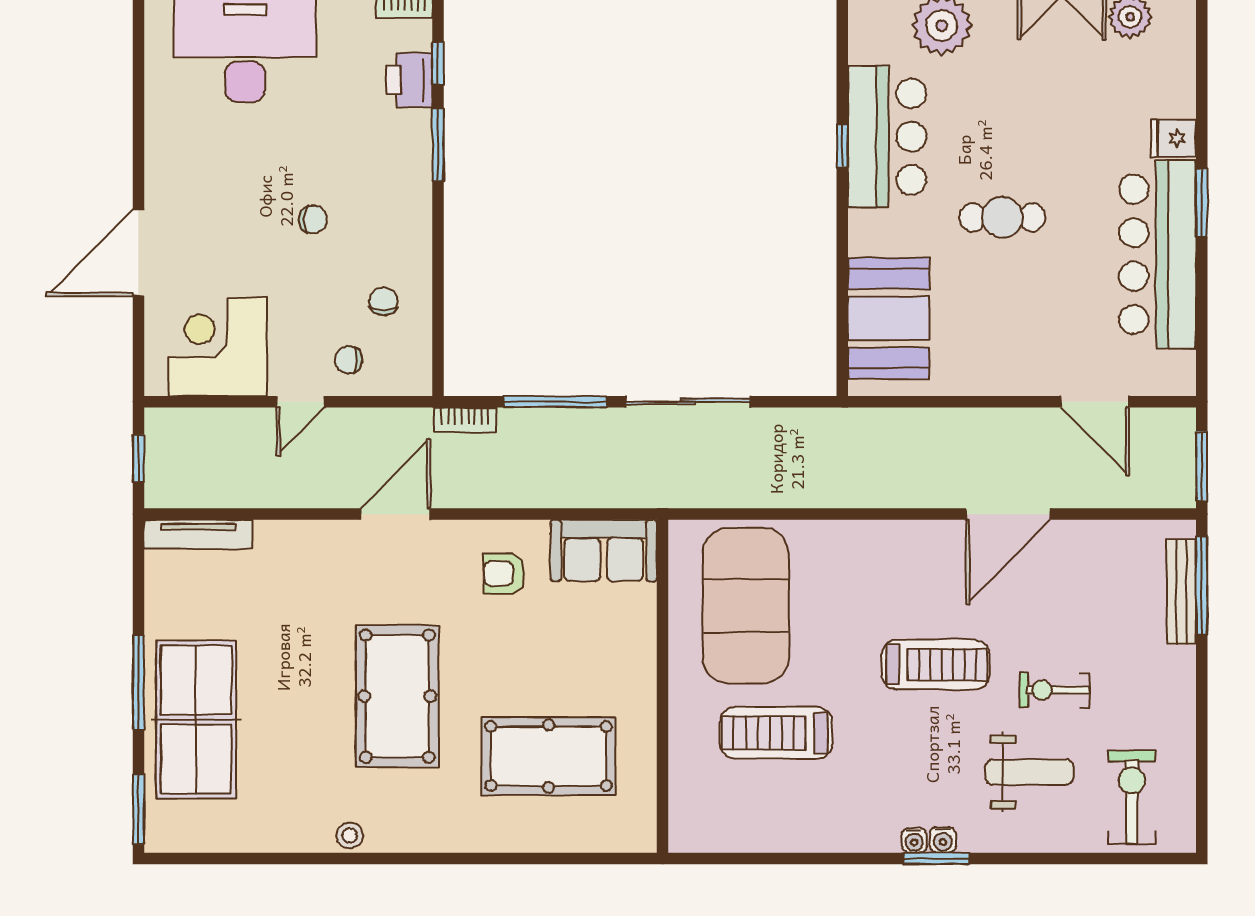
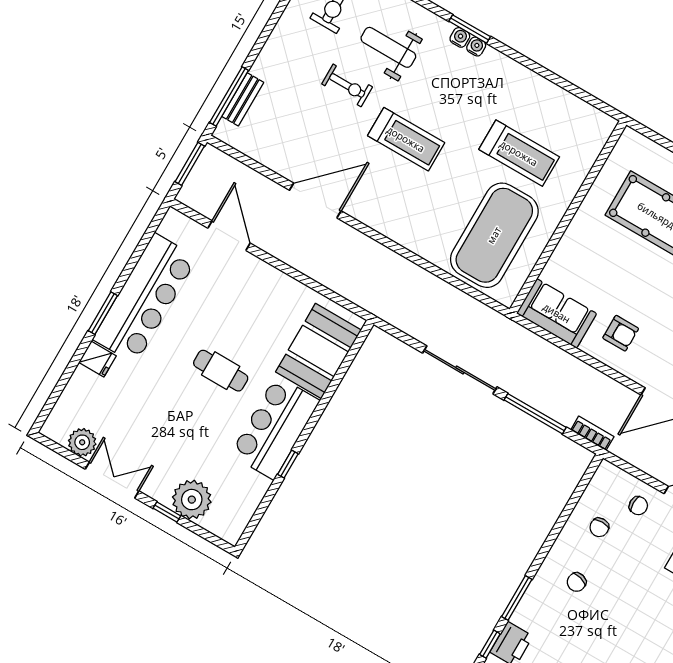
bar counter: (887, 137) -> (275, 428), moved
chair: (313, 219) -> (577, 582), moved, turned -75
bench: (1181, 592) -> (243, 99), width x0.73
treadmill: (936, 665) -> (406, 139), turned 180

